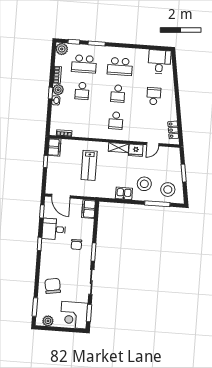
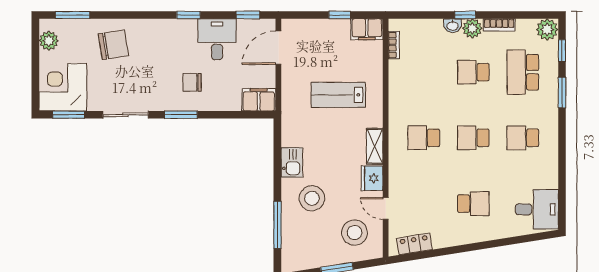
school desk: (120, 67) -> (523, 138), width x0.54
stool: (168, 190) -> (355, 233), moved

